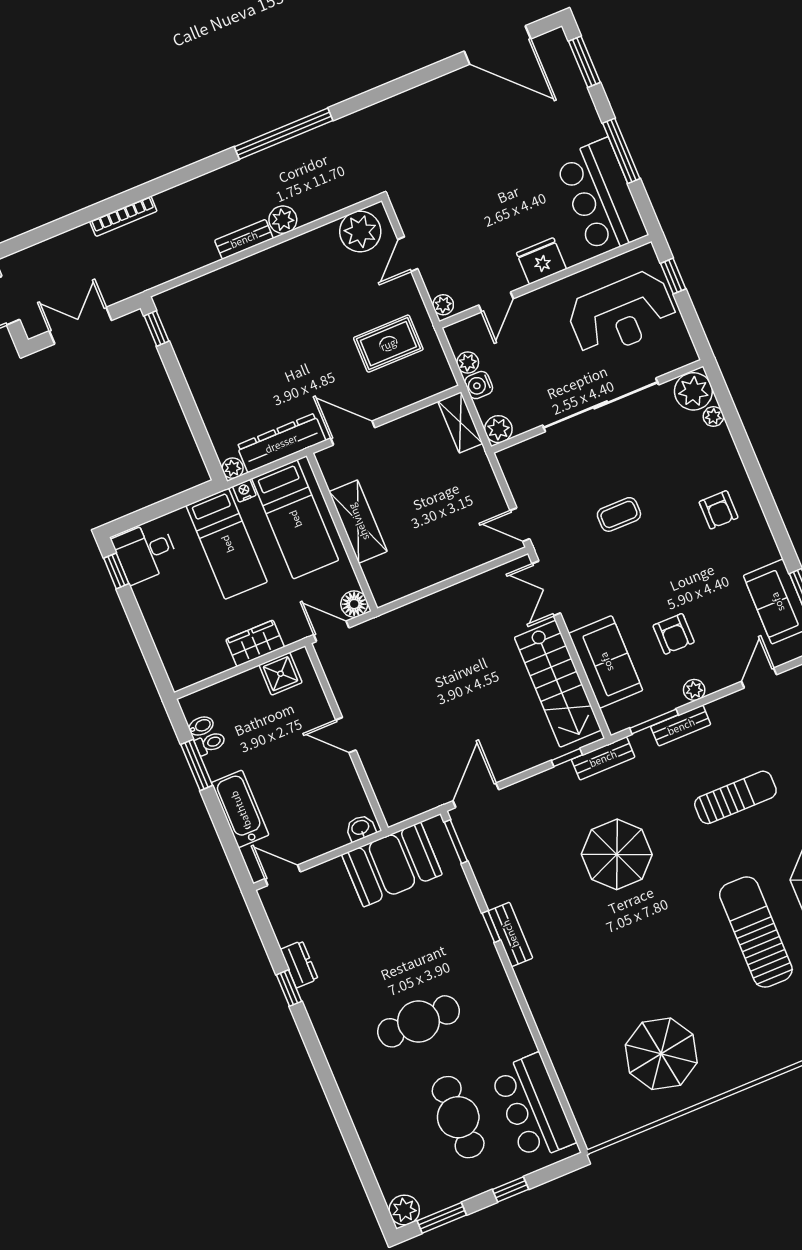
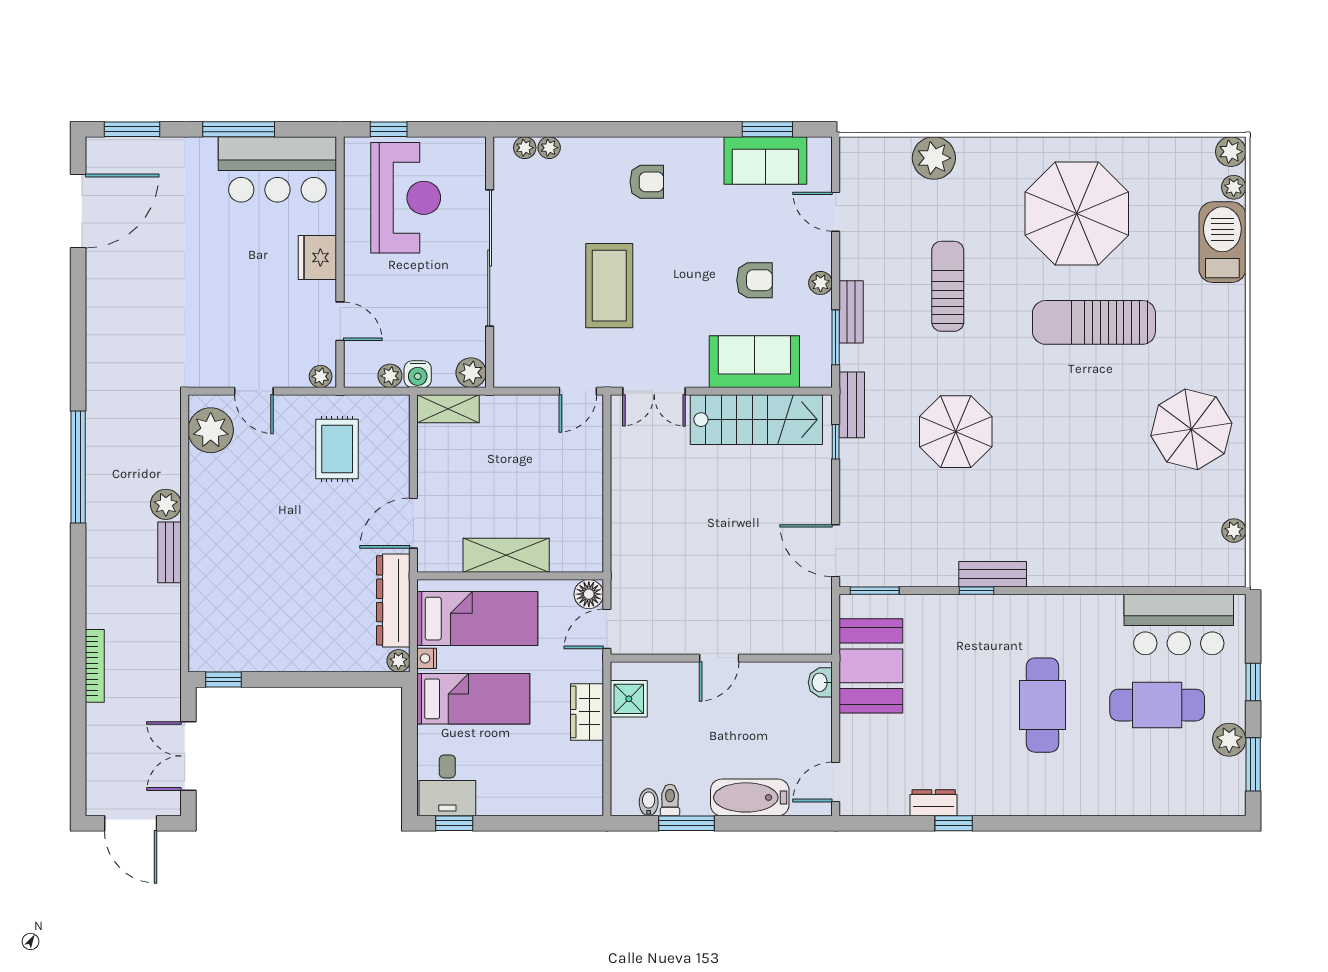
plant: (693, 391) -> (525, 148), width x0.53, depth x0.53
coffee table: (619, 514) -> (609, 286), width x1.86, depth x1.72
parasol: (661, 1054) -> (1191, 429), moved
plant: (630, 1121) -> (1234, 531), added
plant: (404, 1210) -> (1229, 740), moved

